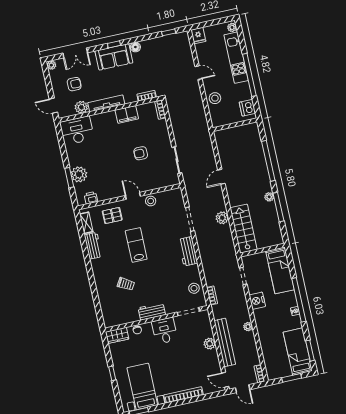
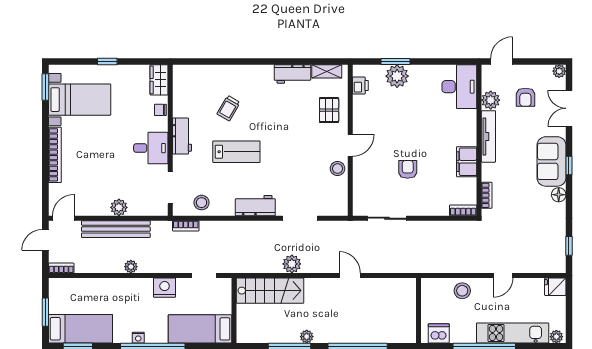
lab bench: (136, 245) -> (236, 152), moved

